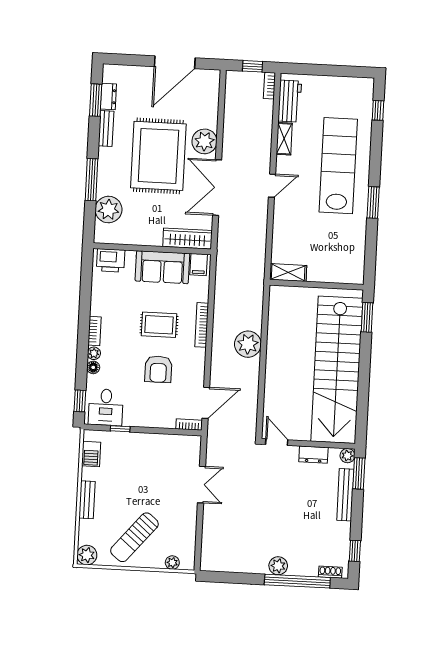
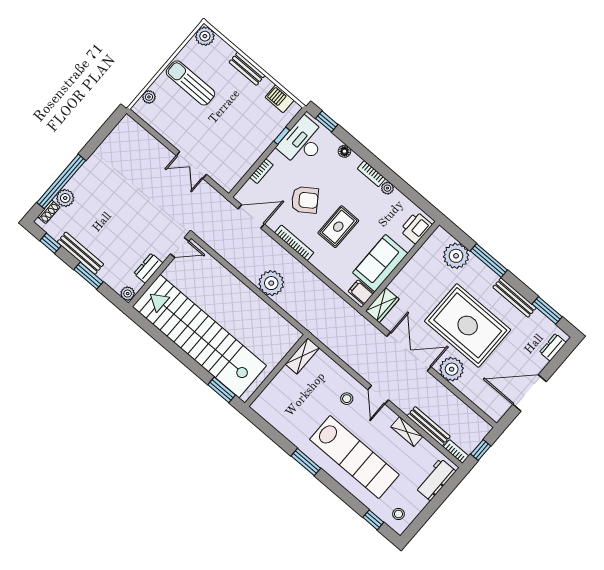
door: (175, 62) -> (530, 393), hinge flipped
stool: (357, 93) -> (398, 514), added
dresser: (108, 96) -> (553, 347), moved, turned 90
workbench: (290, 101) -> (435, 479), moved, turned 90
bench: (266, 124) -> (429, 426), added
bench: (106, 129) -> (515, 298), width x1.36
stool: (295, 209) -> (347, 399), added
wardrobe: (188, 239) -> (382, 305), width x0.67
bookcase: (202, 325) -> (294, 243), moved
plant: (94, 353) -> (387, 188), moved
armchair: (158, 369) -> (305, 200), turned 145
door: (206, 403) -> (251, 216), swing flipped
desk: (106, 407) -> (303, 142), width x1.37
bookcase: (189, 425) -> (261, 171), moved
window: (359, 473) -> (88, 276), moved
bench: (345, 495) -> (80, 253), moved
sun lounger: (134, 537) -> (190, 83), turned -40
plant: (278, 566) -> (65, 198), moved

